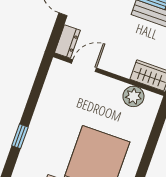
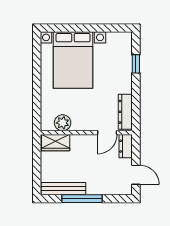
dresser: (53, 83) -> (125, 112), added

